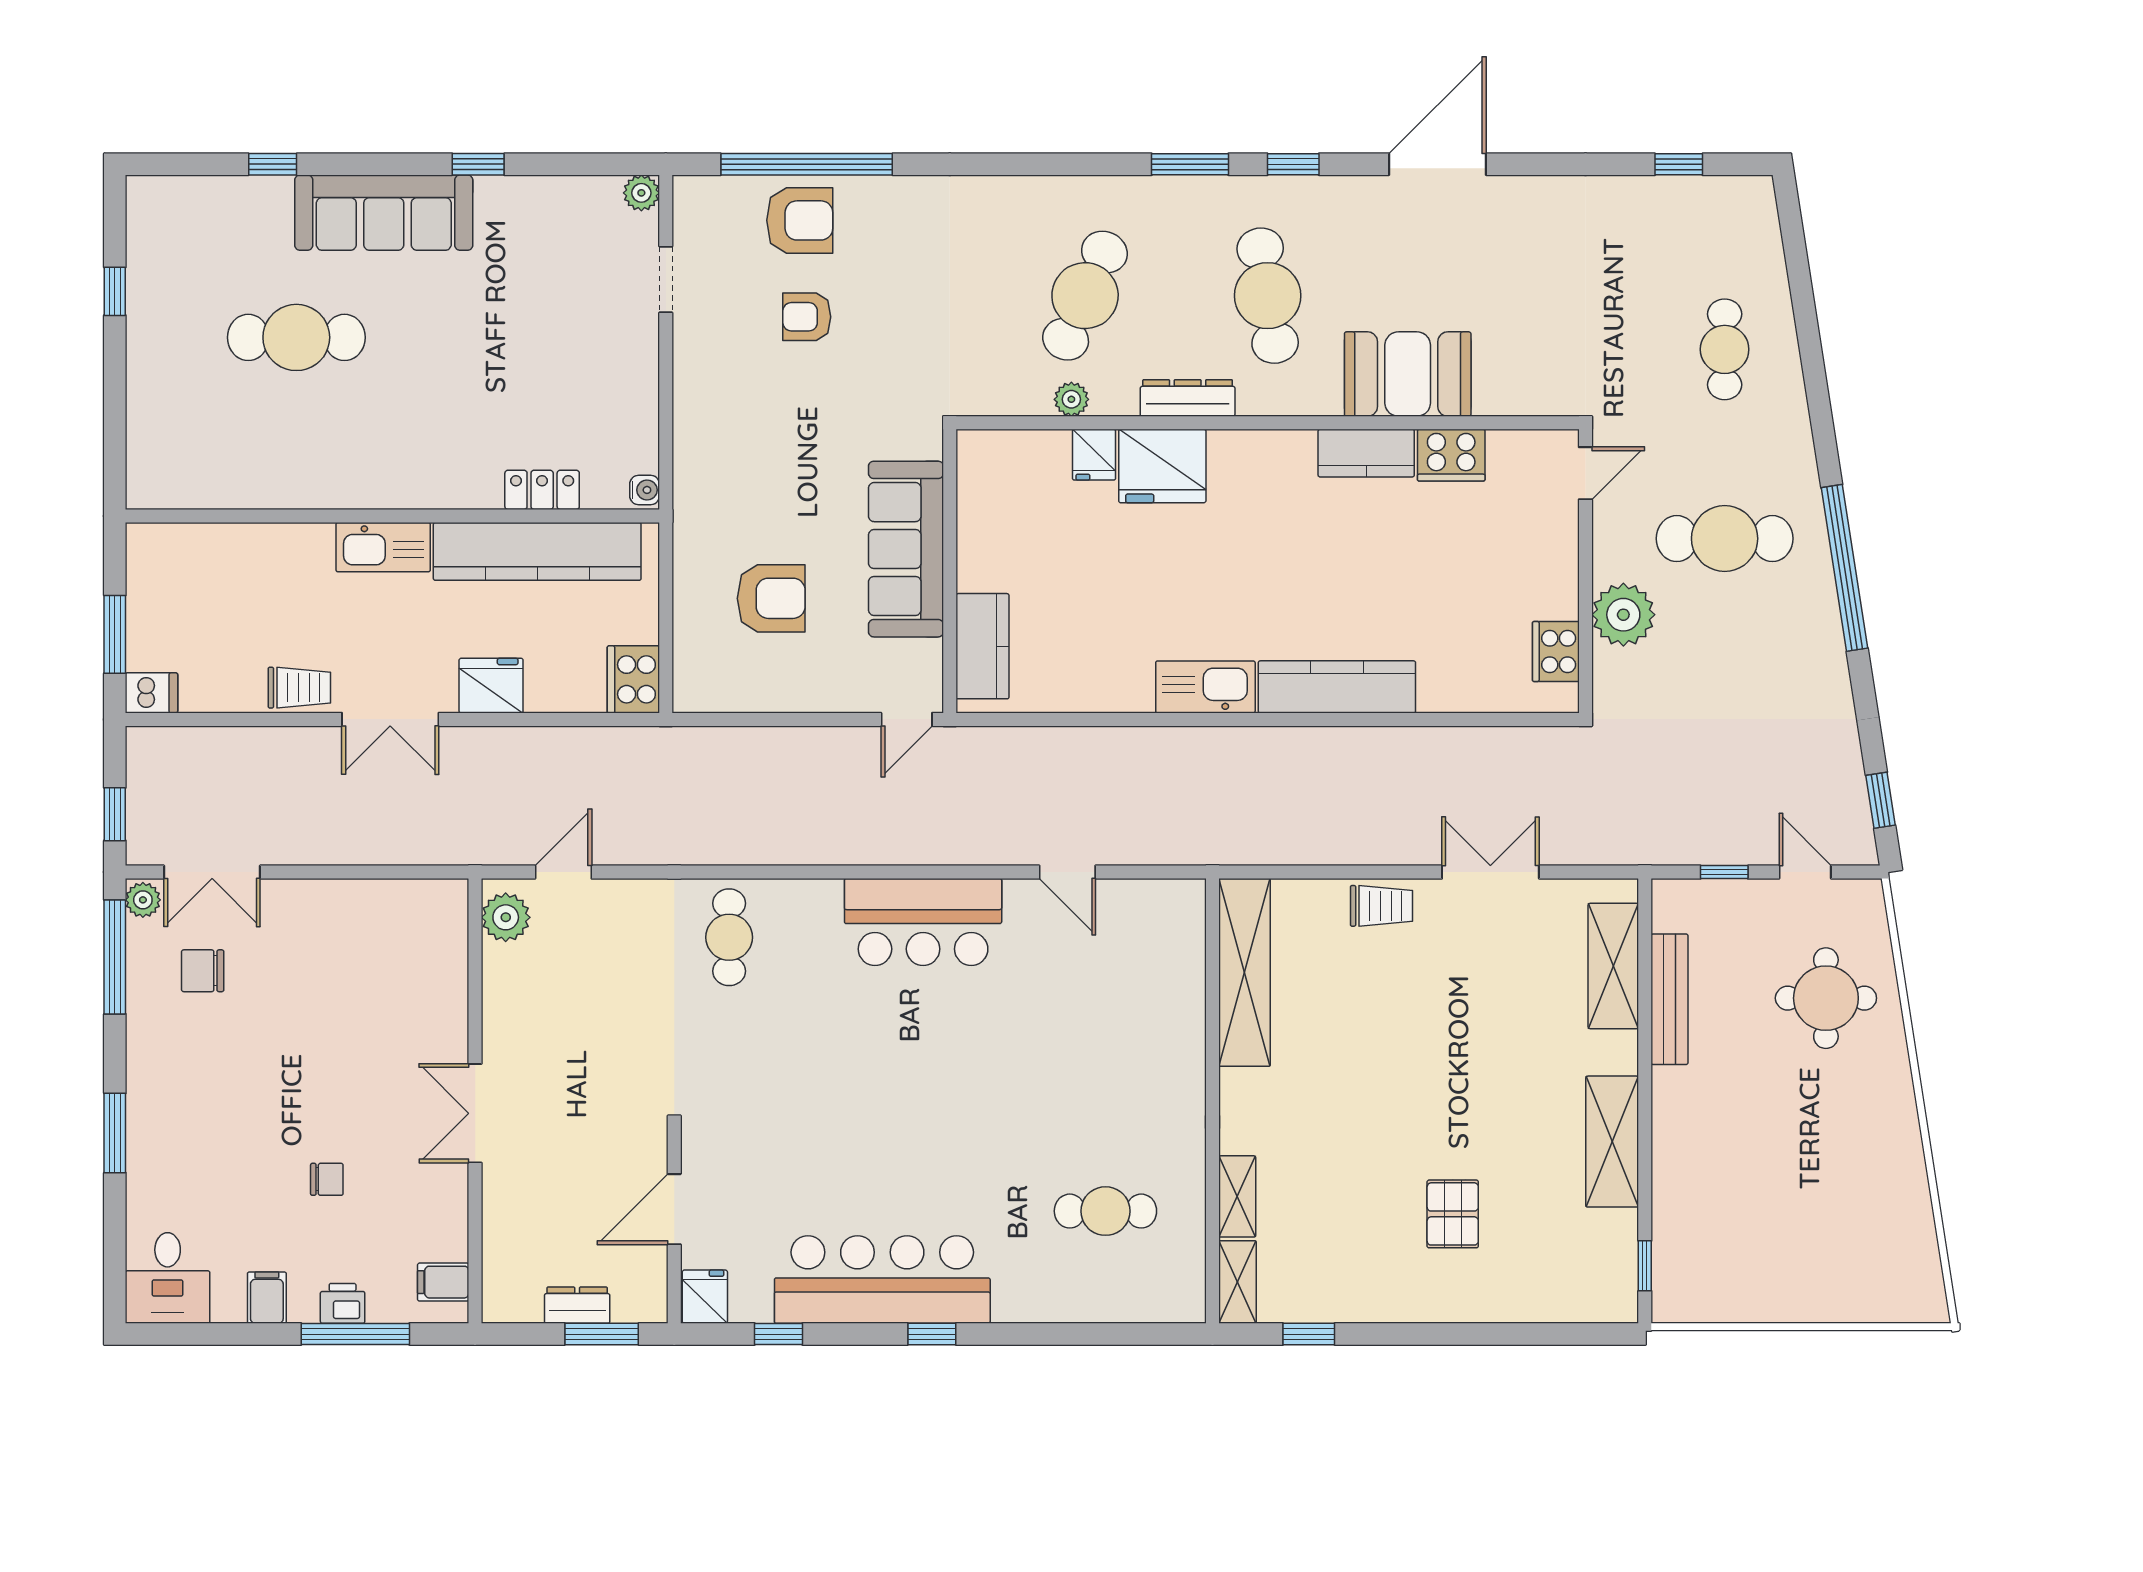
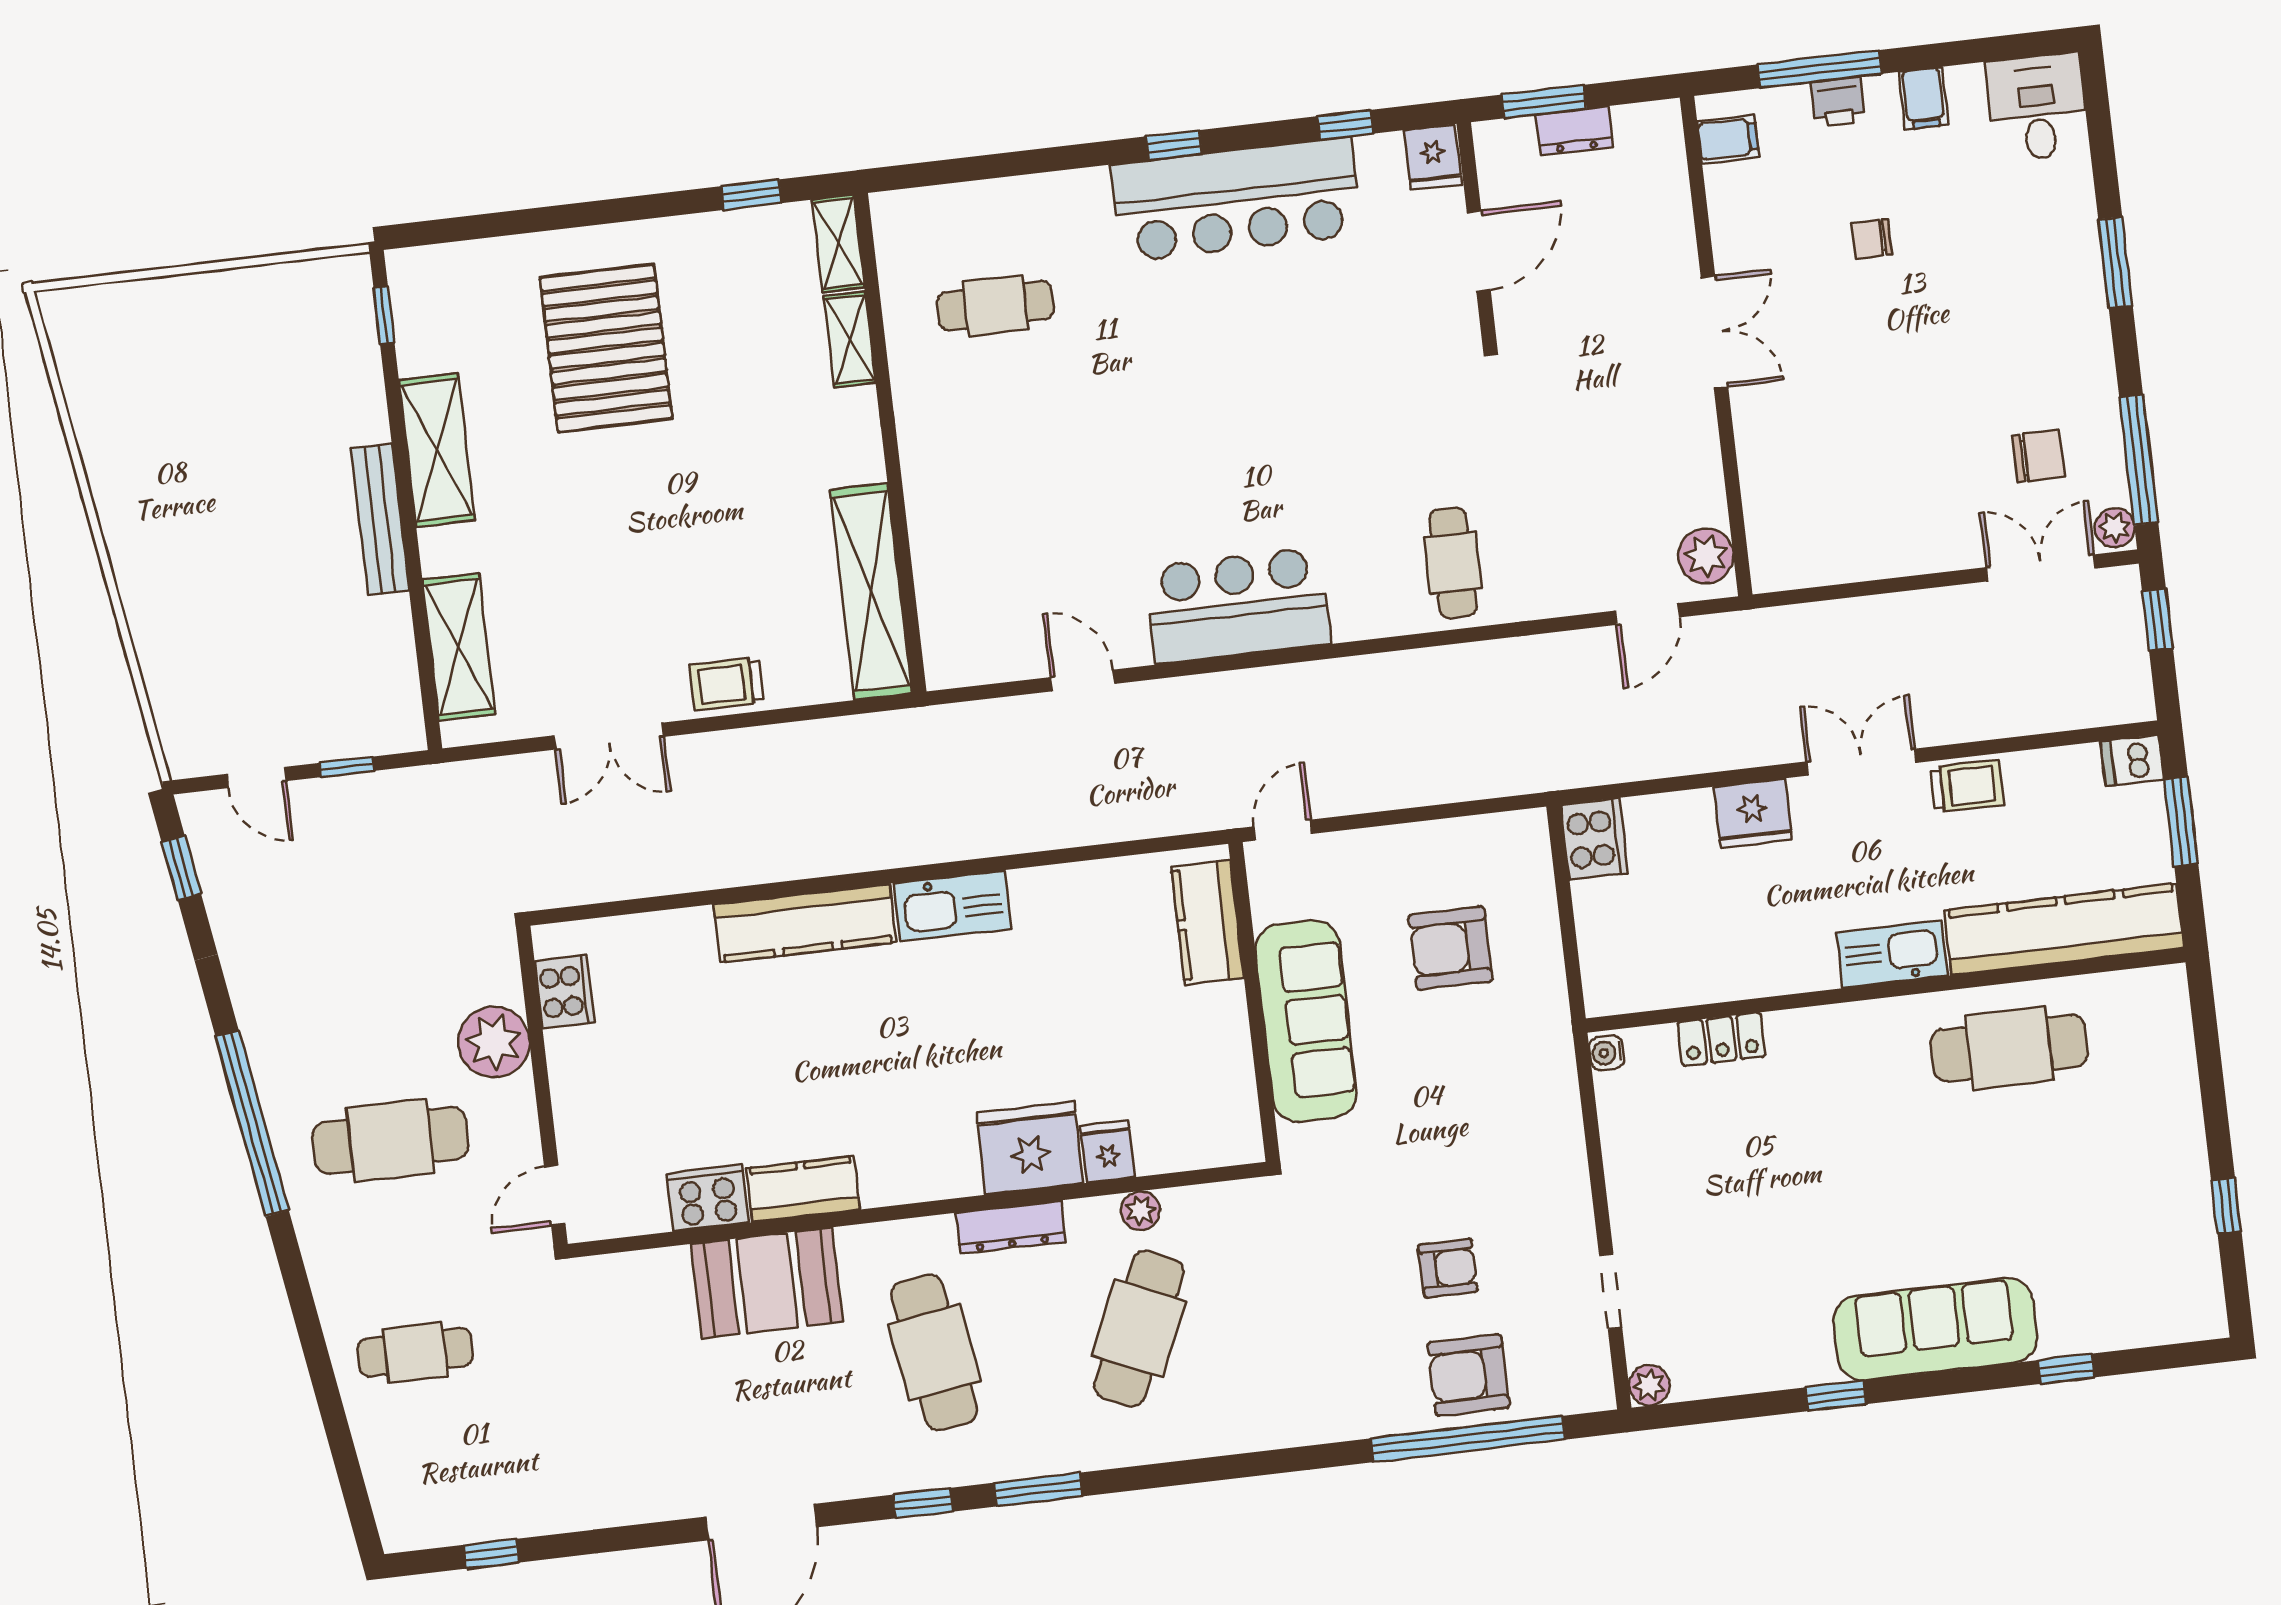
cafe table: (296, 337) -> (2009, 1048), moved
cafe table: (1725, 349) -> (415, 1352), turned 90
kitchen counter: (537, 551) -> (2064, 929), moved
trolley: (299, 688) -> (1967, 786), turned 180
round table: (1826, 998) -> (216, 639), removed
bench: (1669, 999) -> (380, 519), moved
pallet: (1453, 1214) -> (606, 348), width x2.05, depth x2.00

